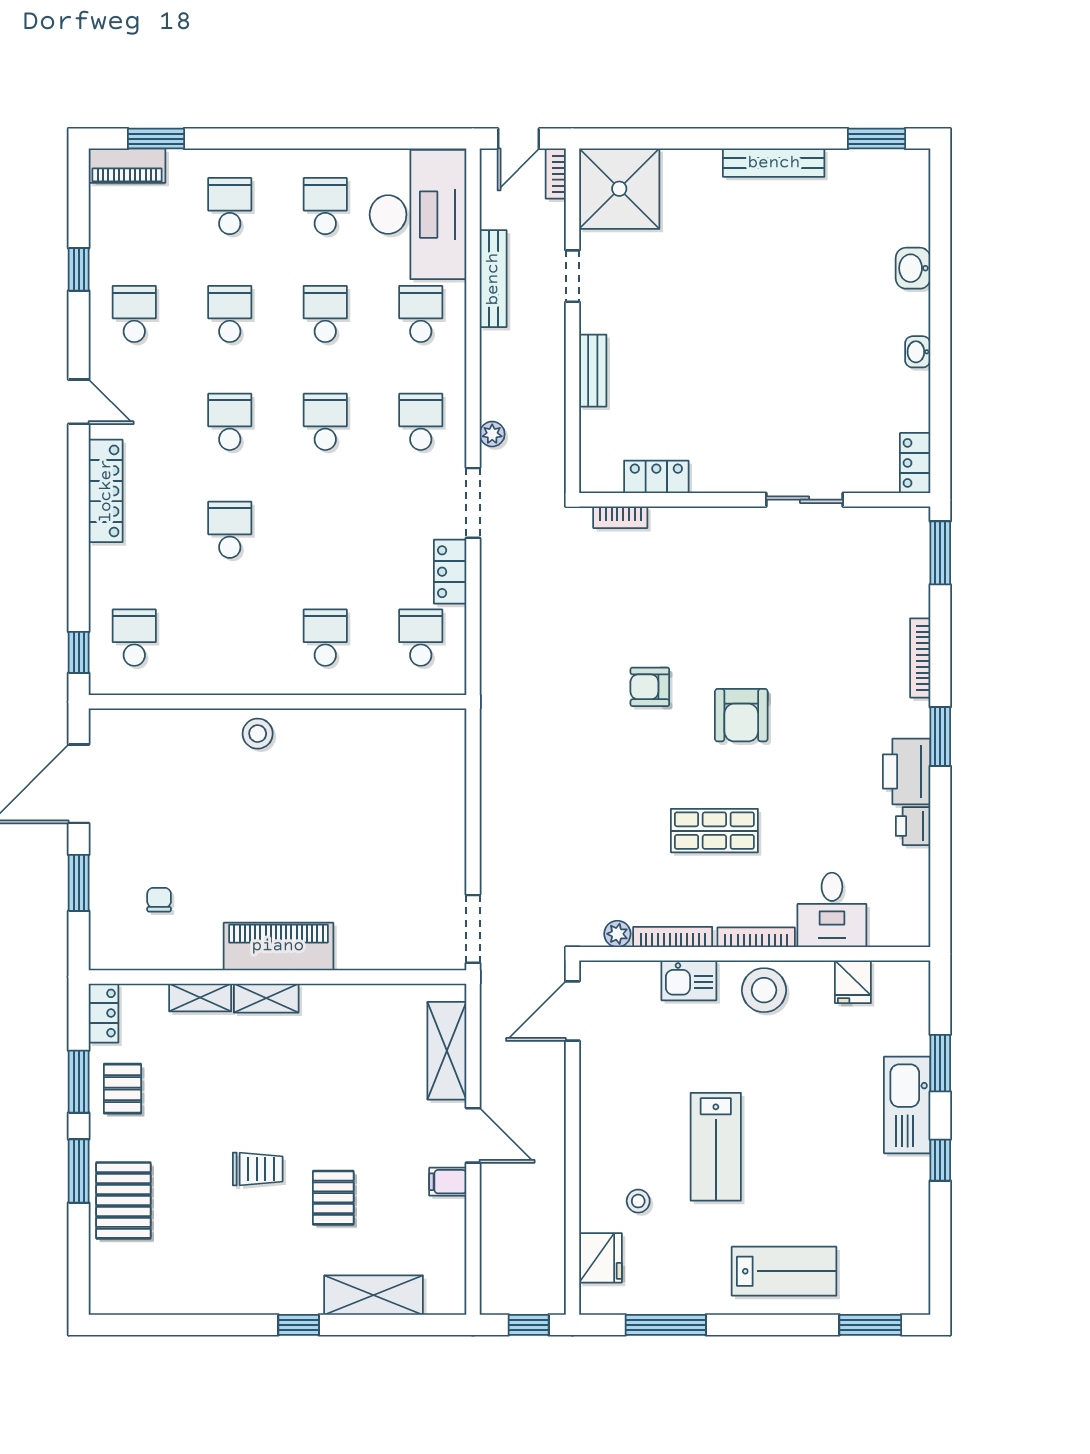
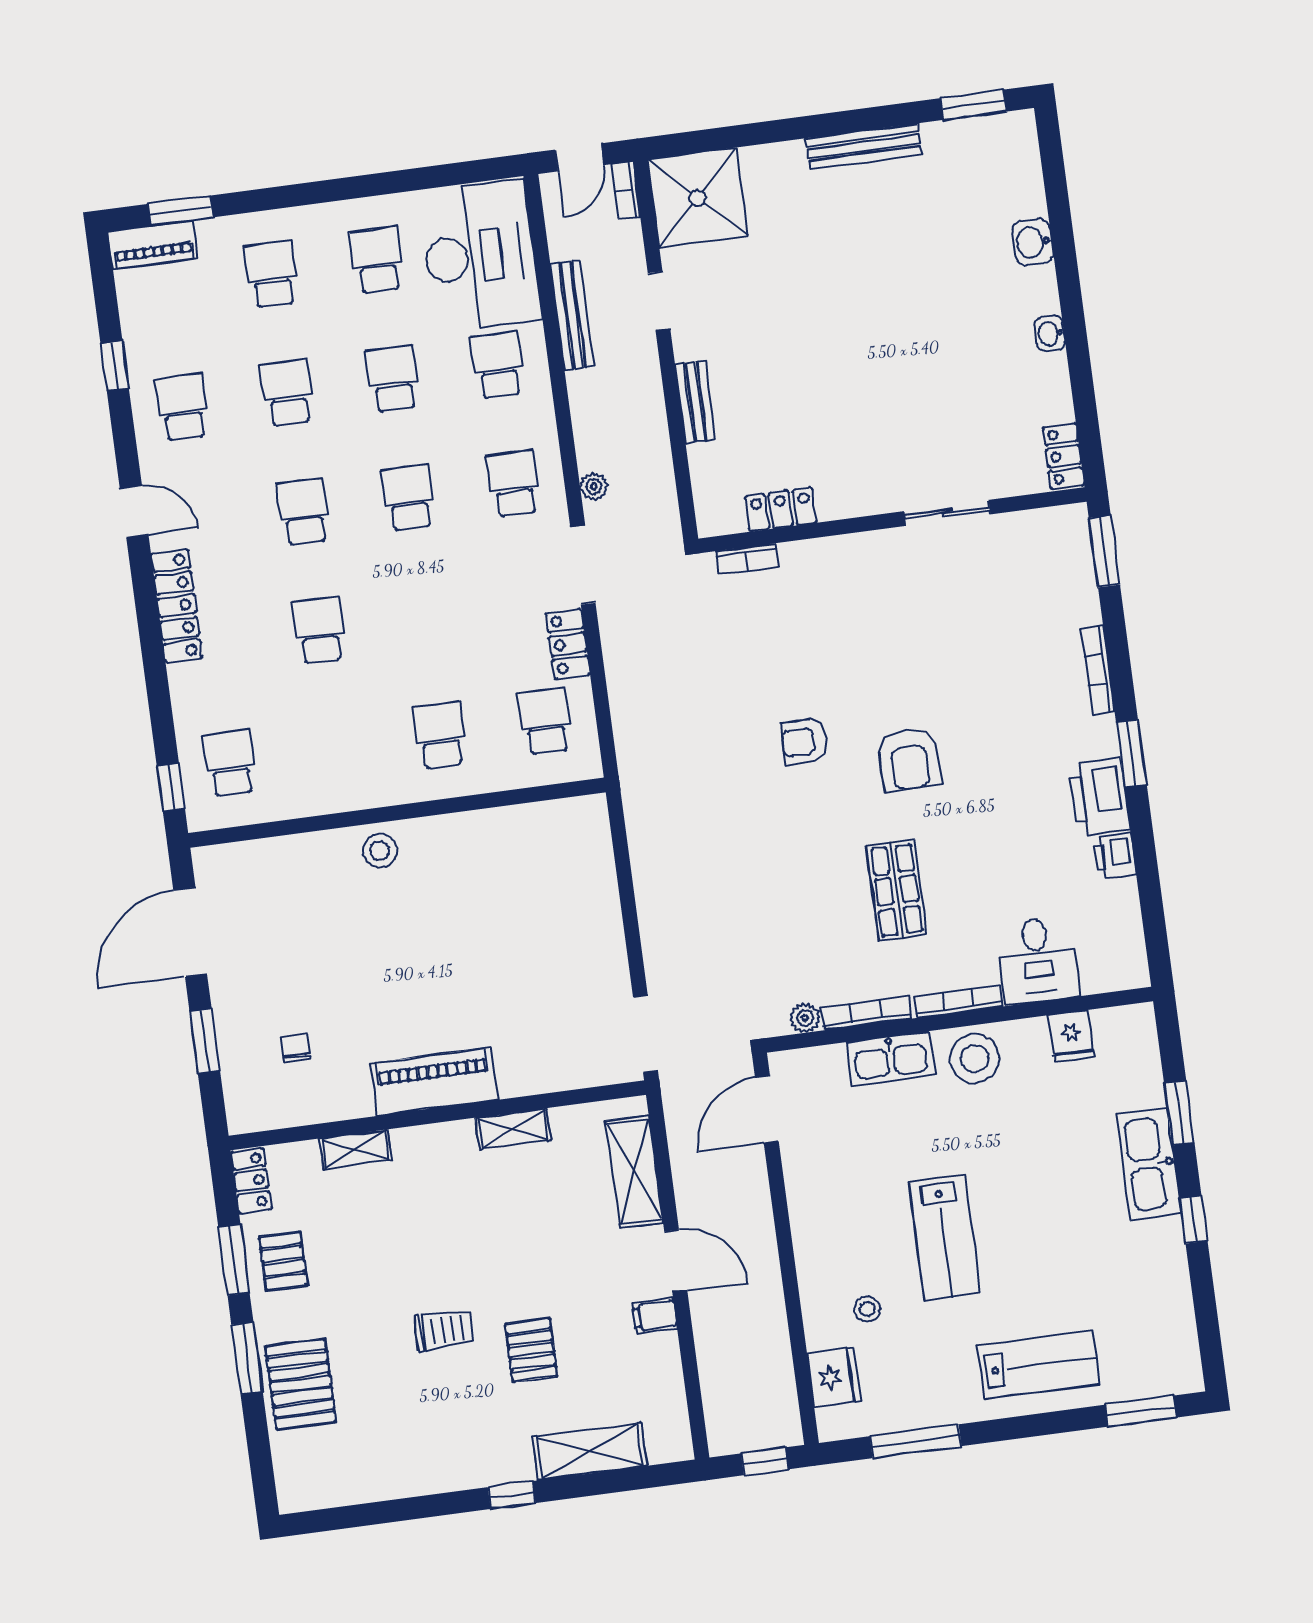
shop shelf: (714, 831) -> (897, 890), turned 90
kitchen sink: (689, 980) -> (891, 1059), width x1.38
shelving: (266, 998) -> (513, 1129), moved

